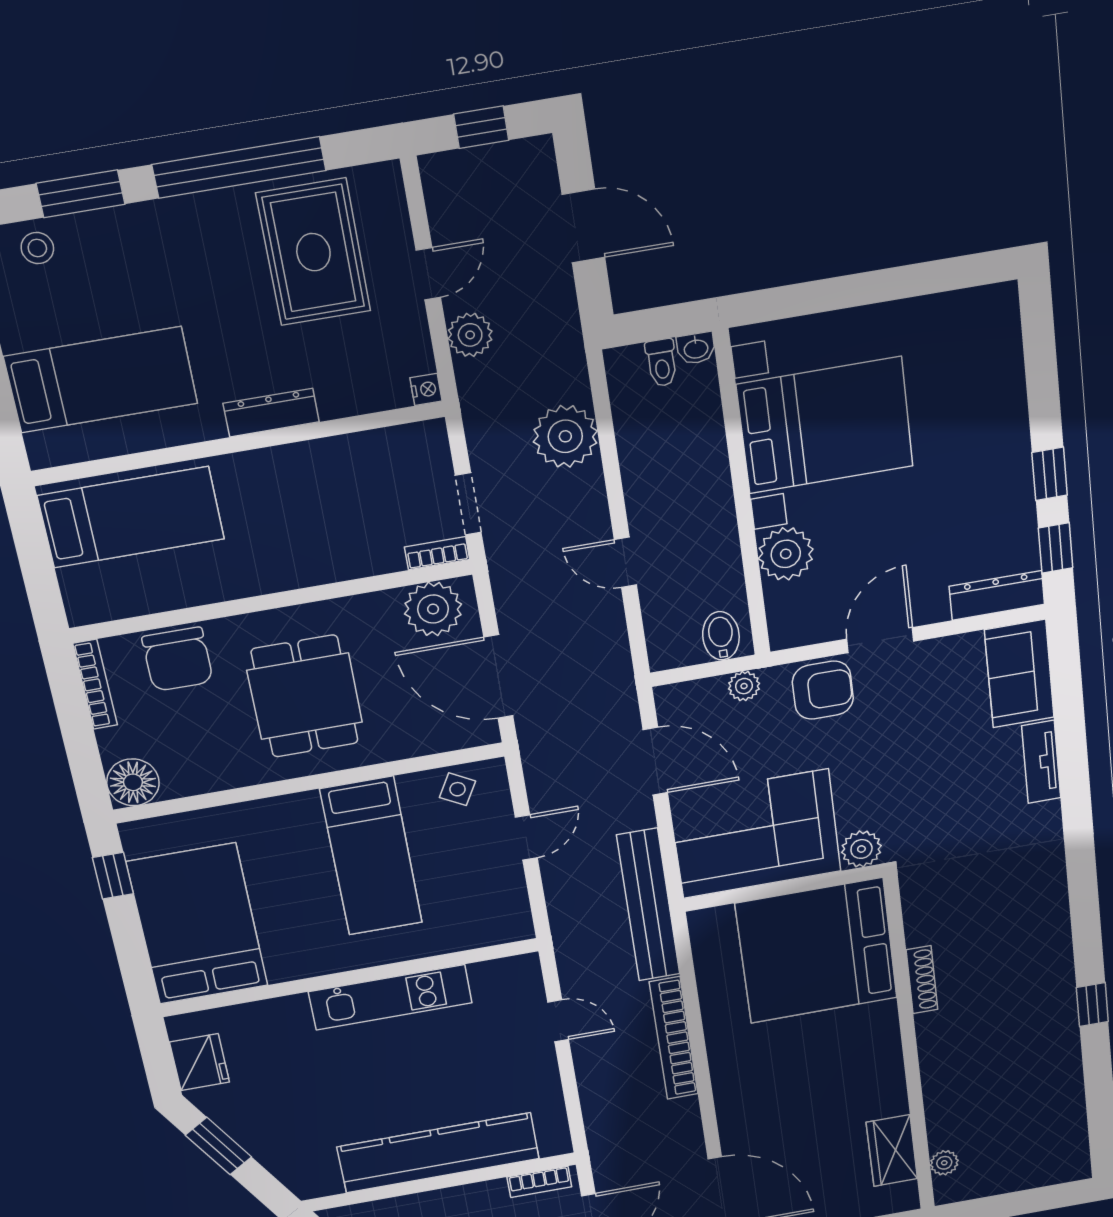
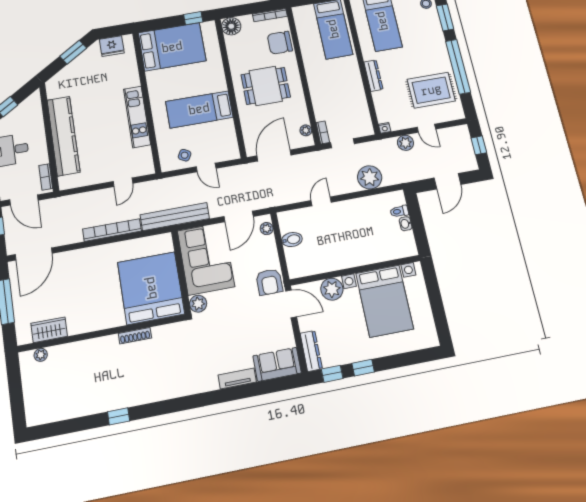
bed with nightstands: (825, 425) -> (385, 301), moved
wall: (742, 495) -> (355, 270), moved
plant: (786, 554) -> (332, 289), moved
plant: (433, 609) -> (306, 130), width x0.53, depth x0.53
plant: (744, 686) -> (267, 229), moved
side table: (458, 789) -> (185, 155), moved

